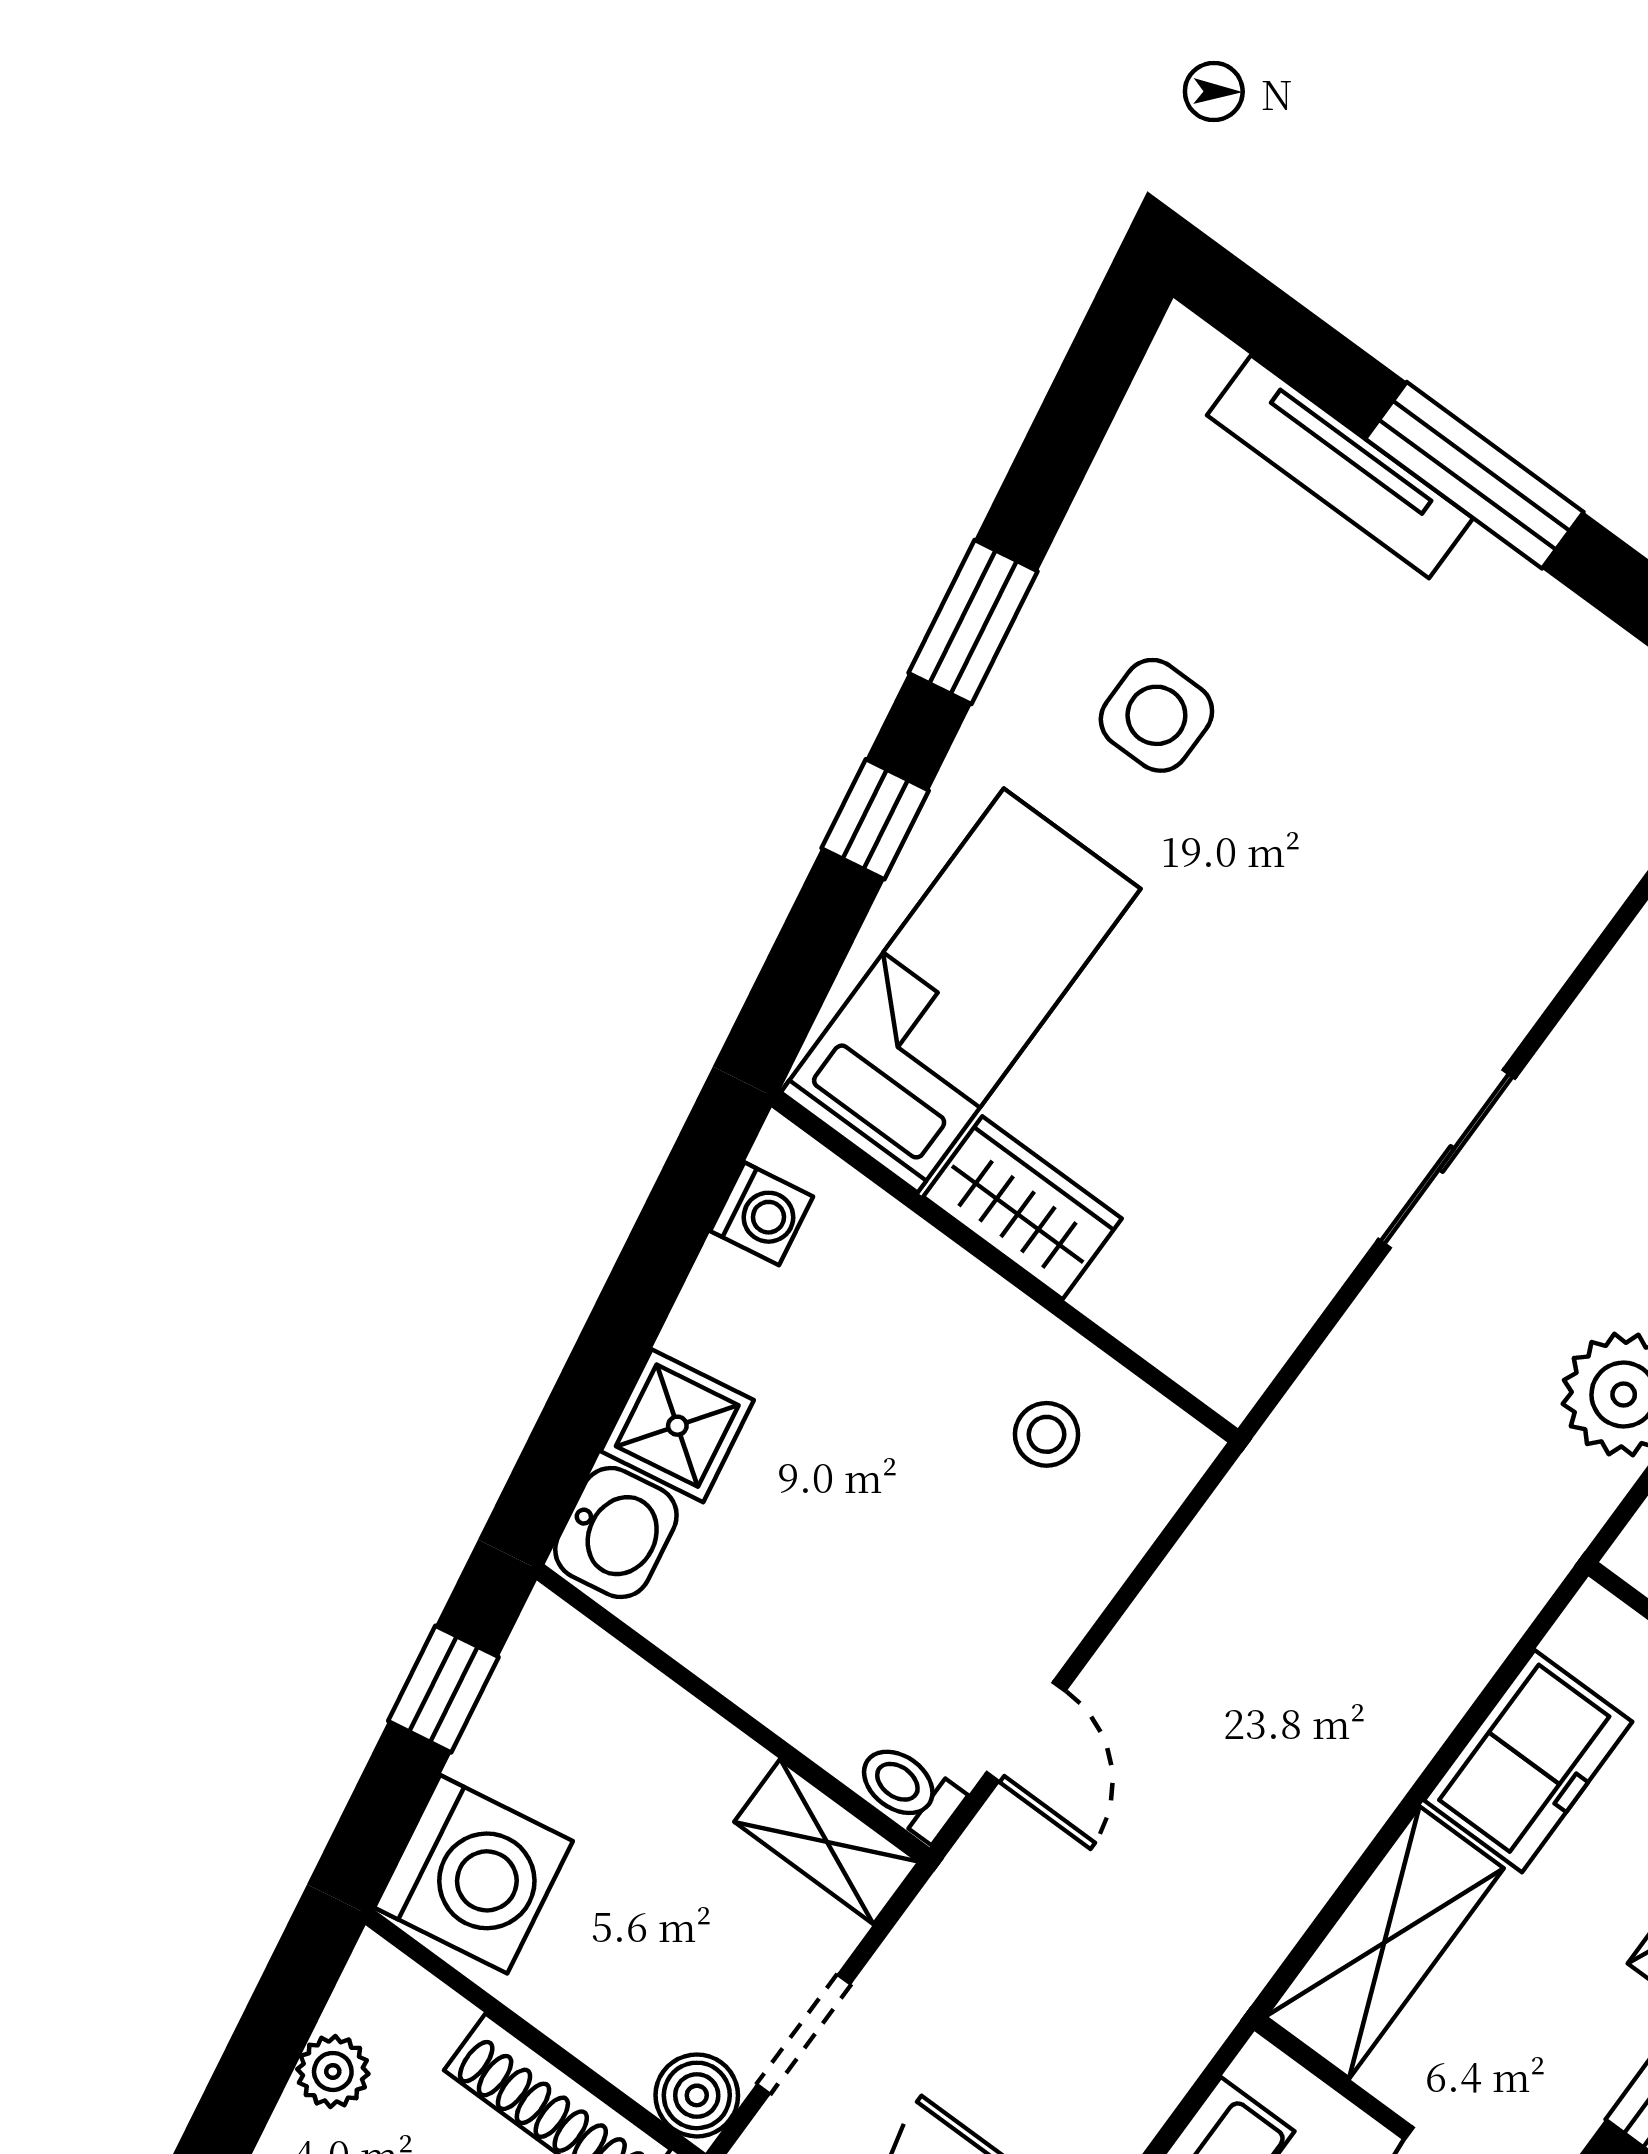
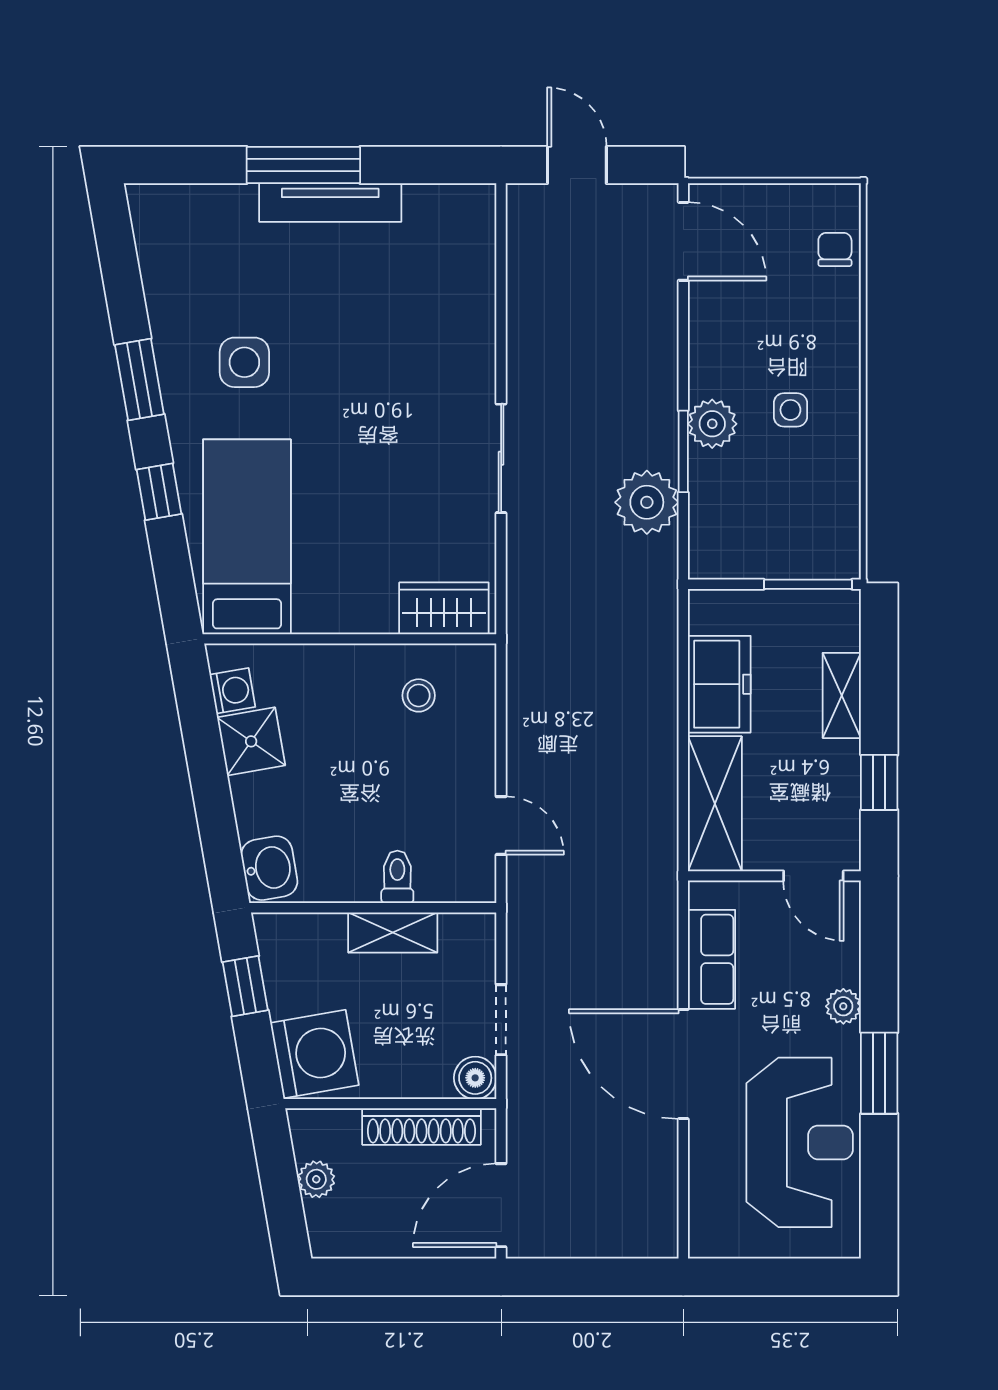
tv unit: (1340, 467) -> (330, 203), moved
wardrobe: (1022, 1208) -> (444, 608), moved
shower: (677, 1426) -> (251, 741), moved
toilet: (909, 1790) -> (397, 877), moved, turned 90
shelving: (827, 1842) -> (393, 932), moved

